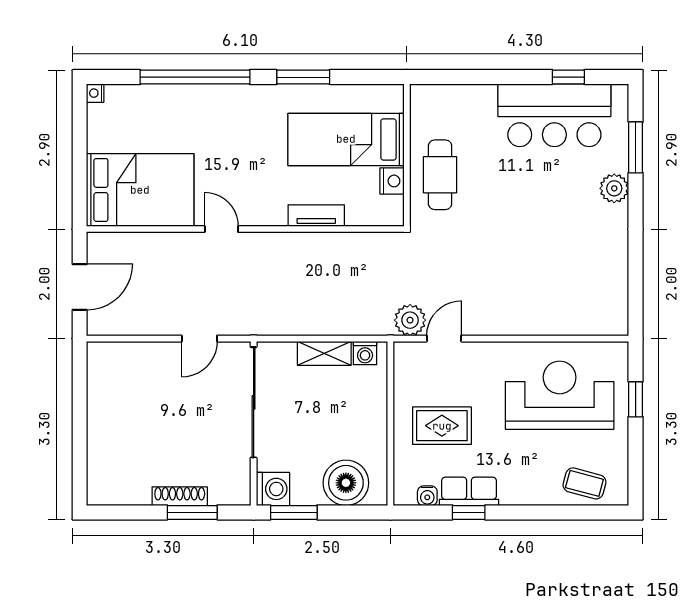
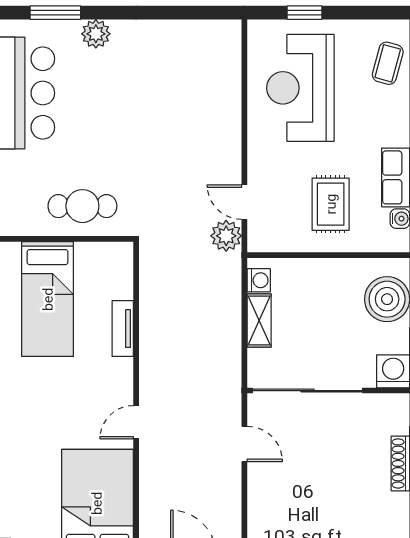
nightstand: (392, 181) -> (89, 254), removed

